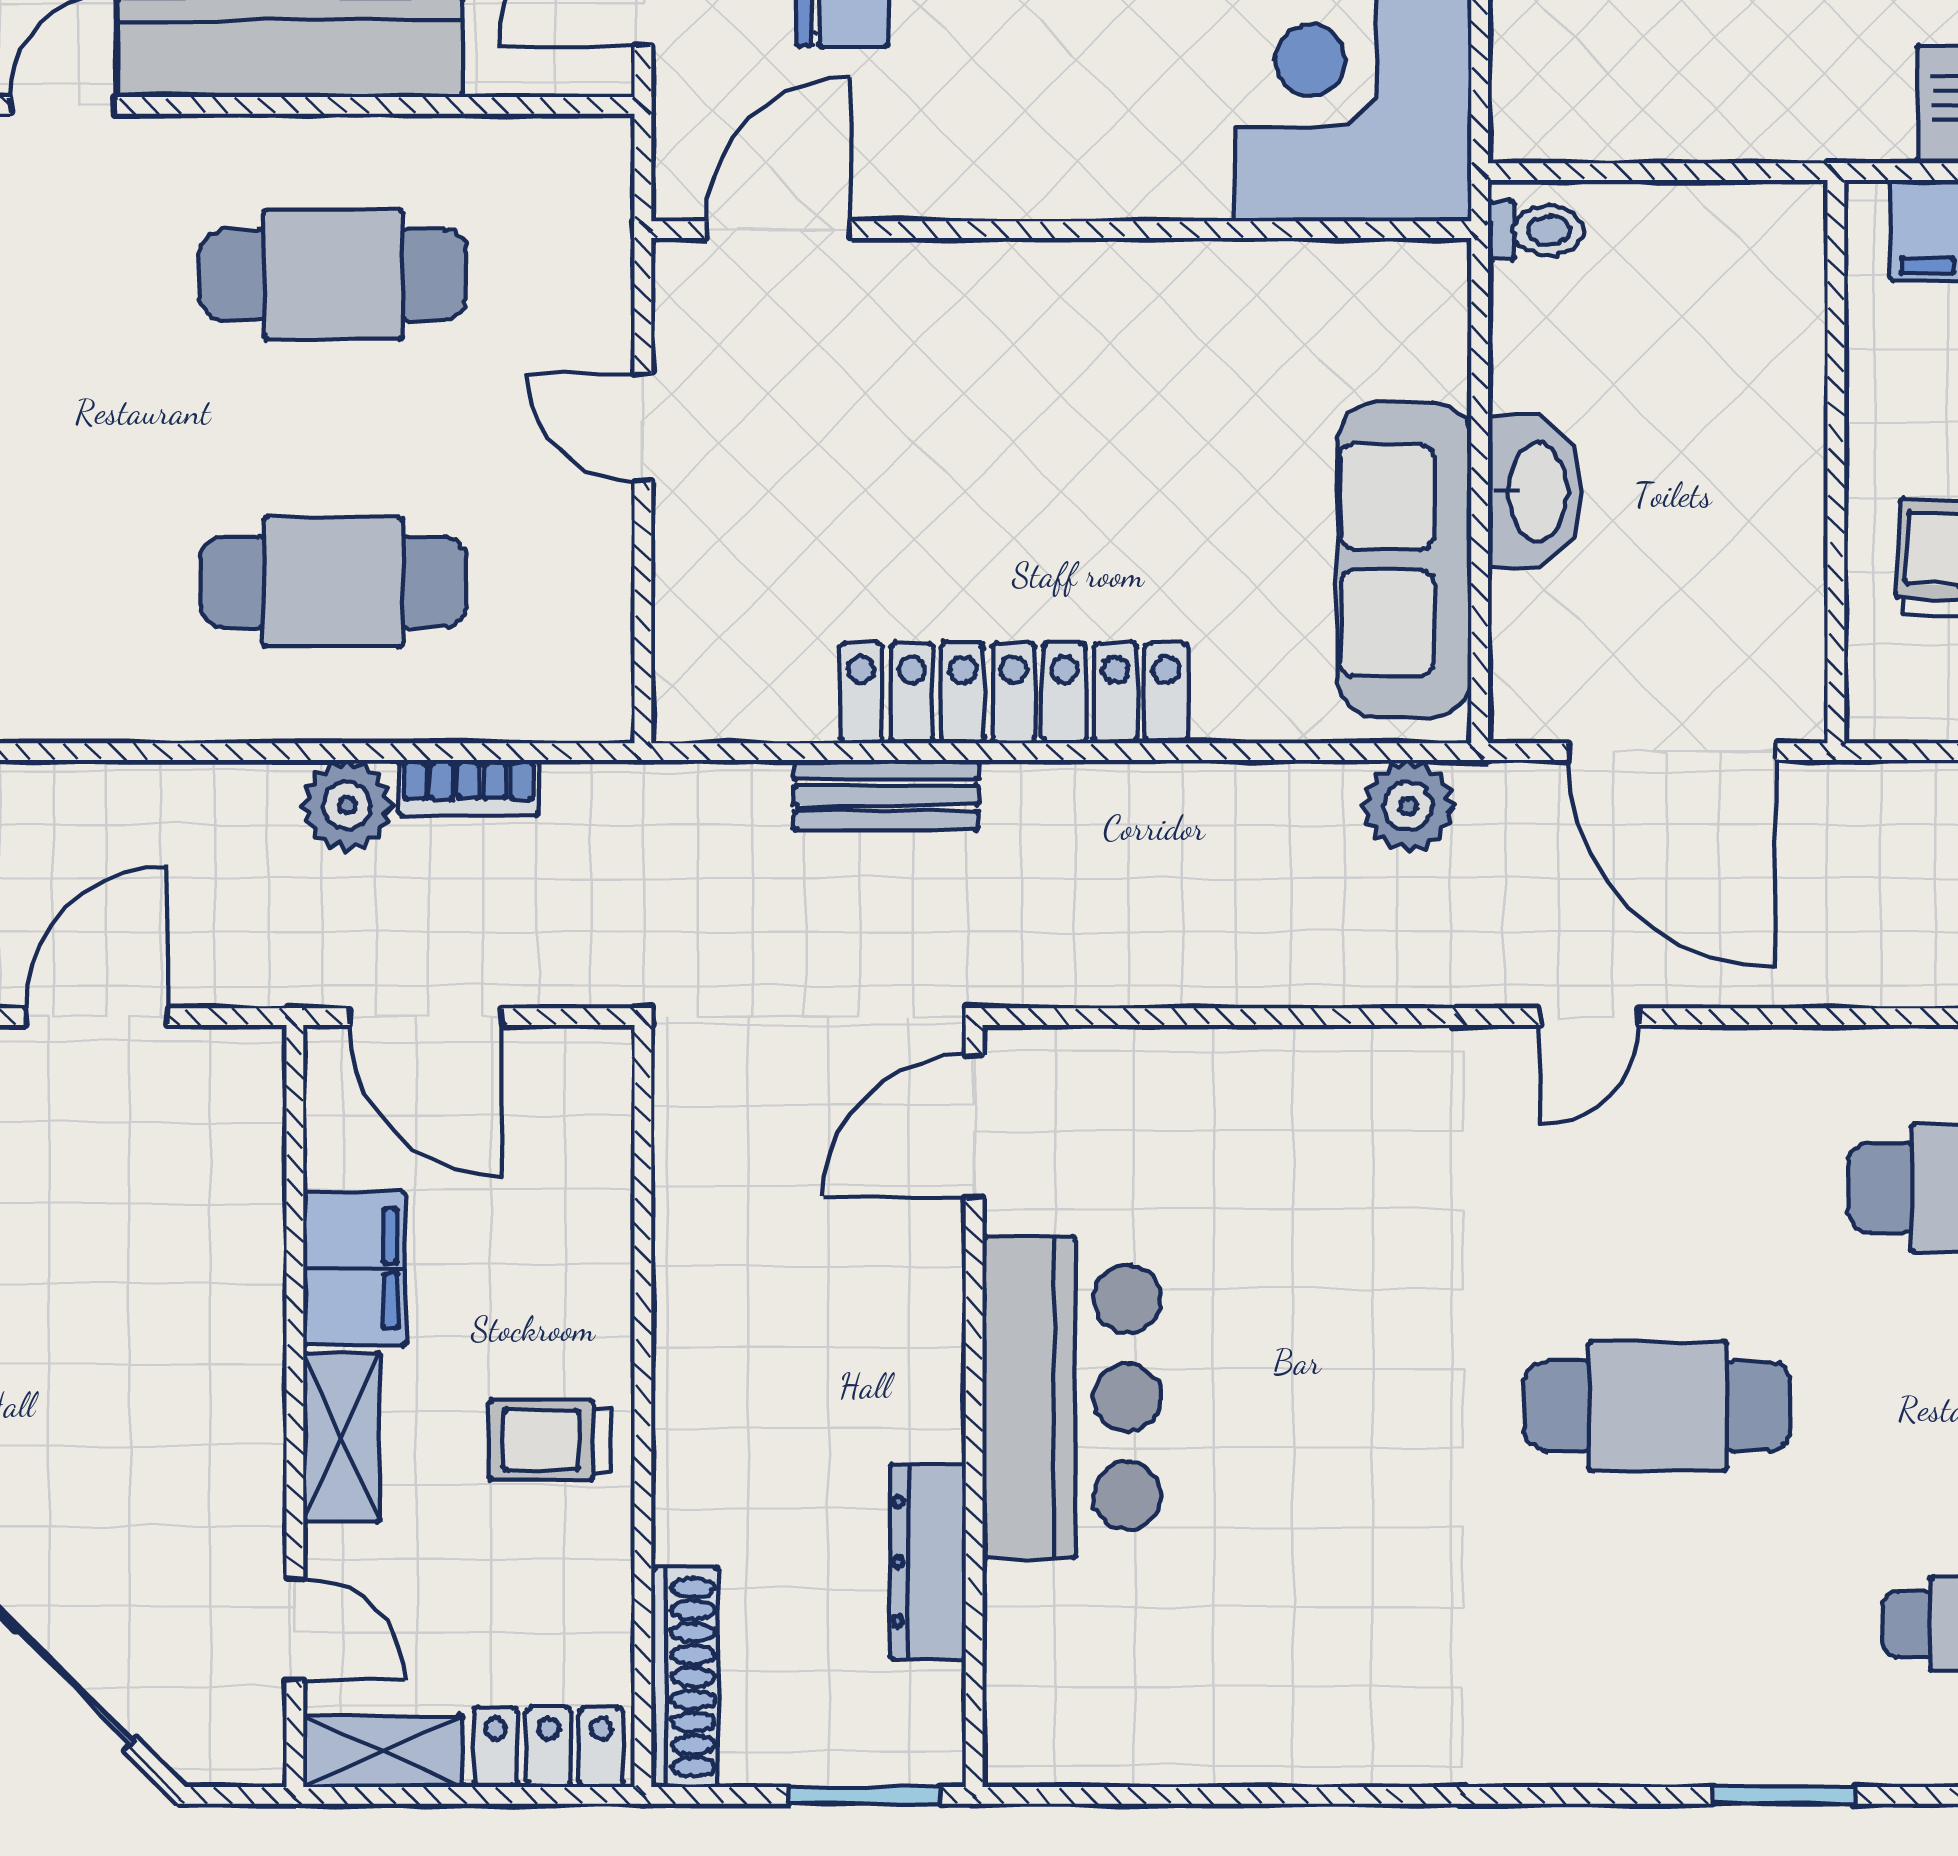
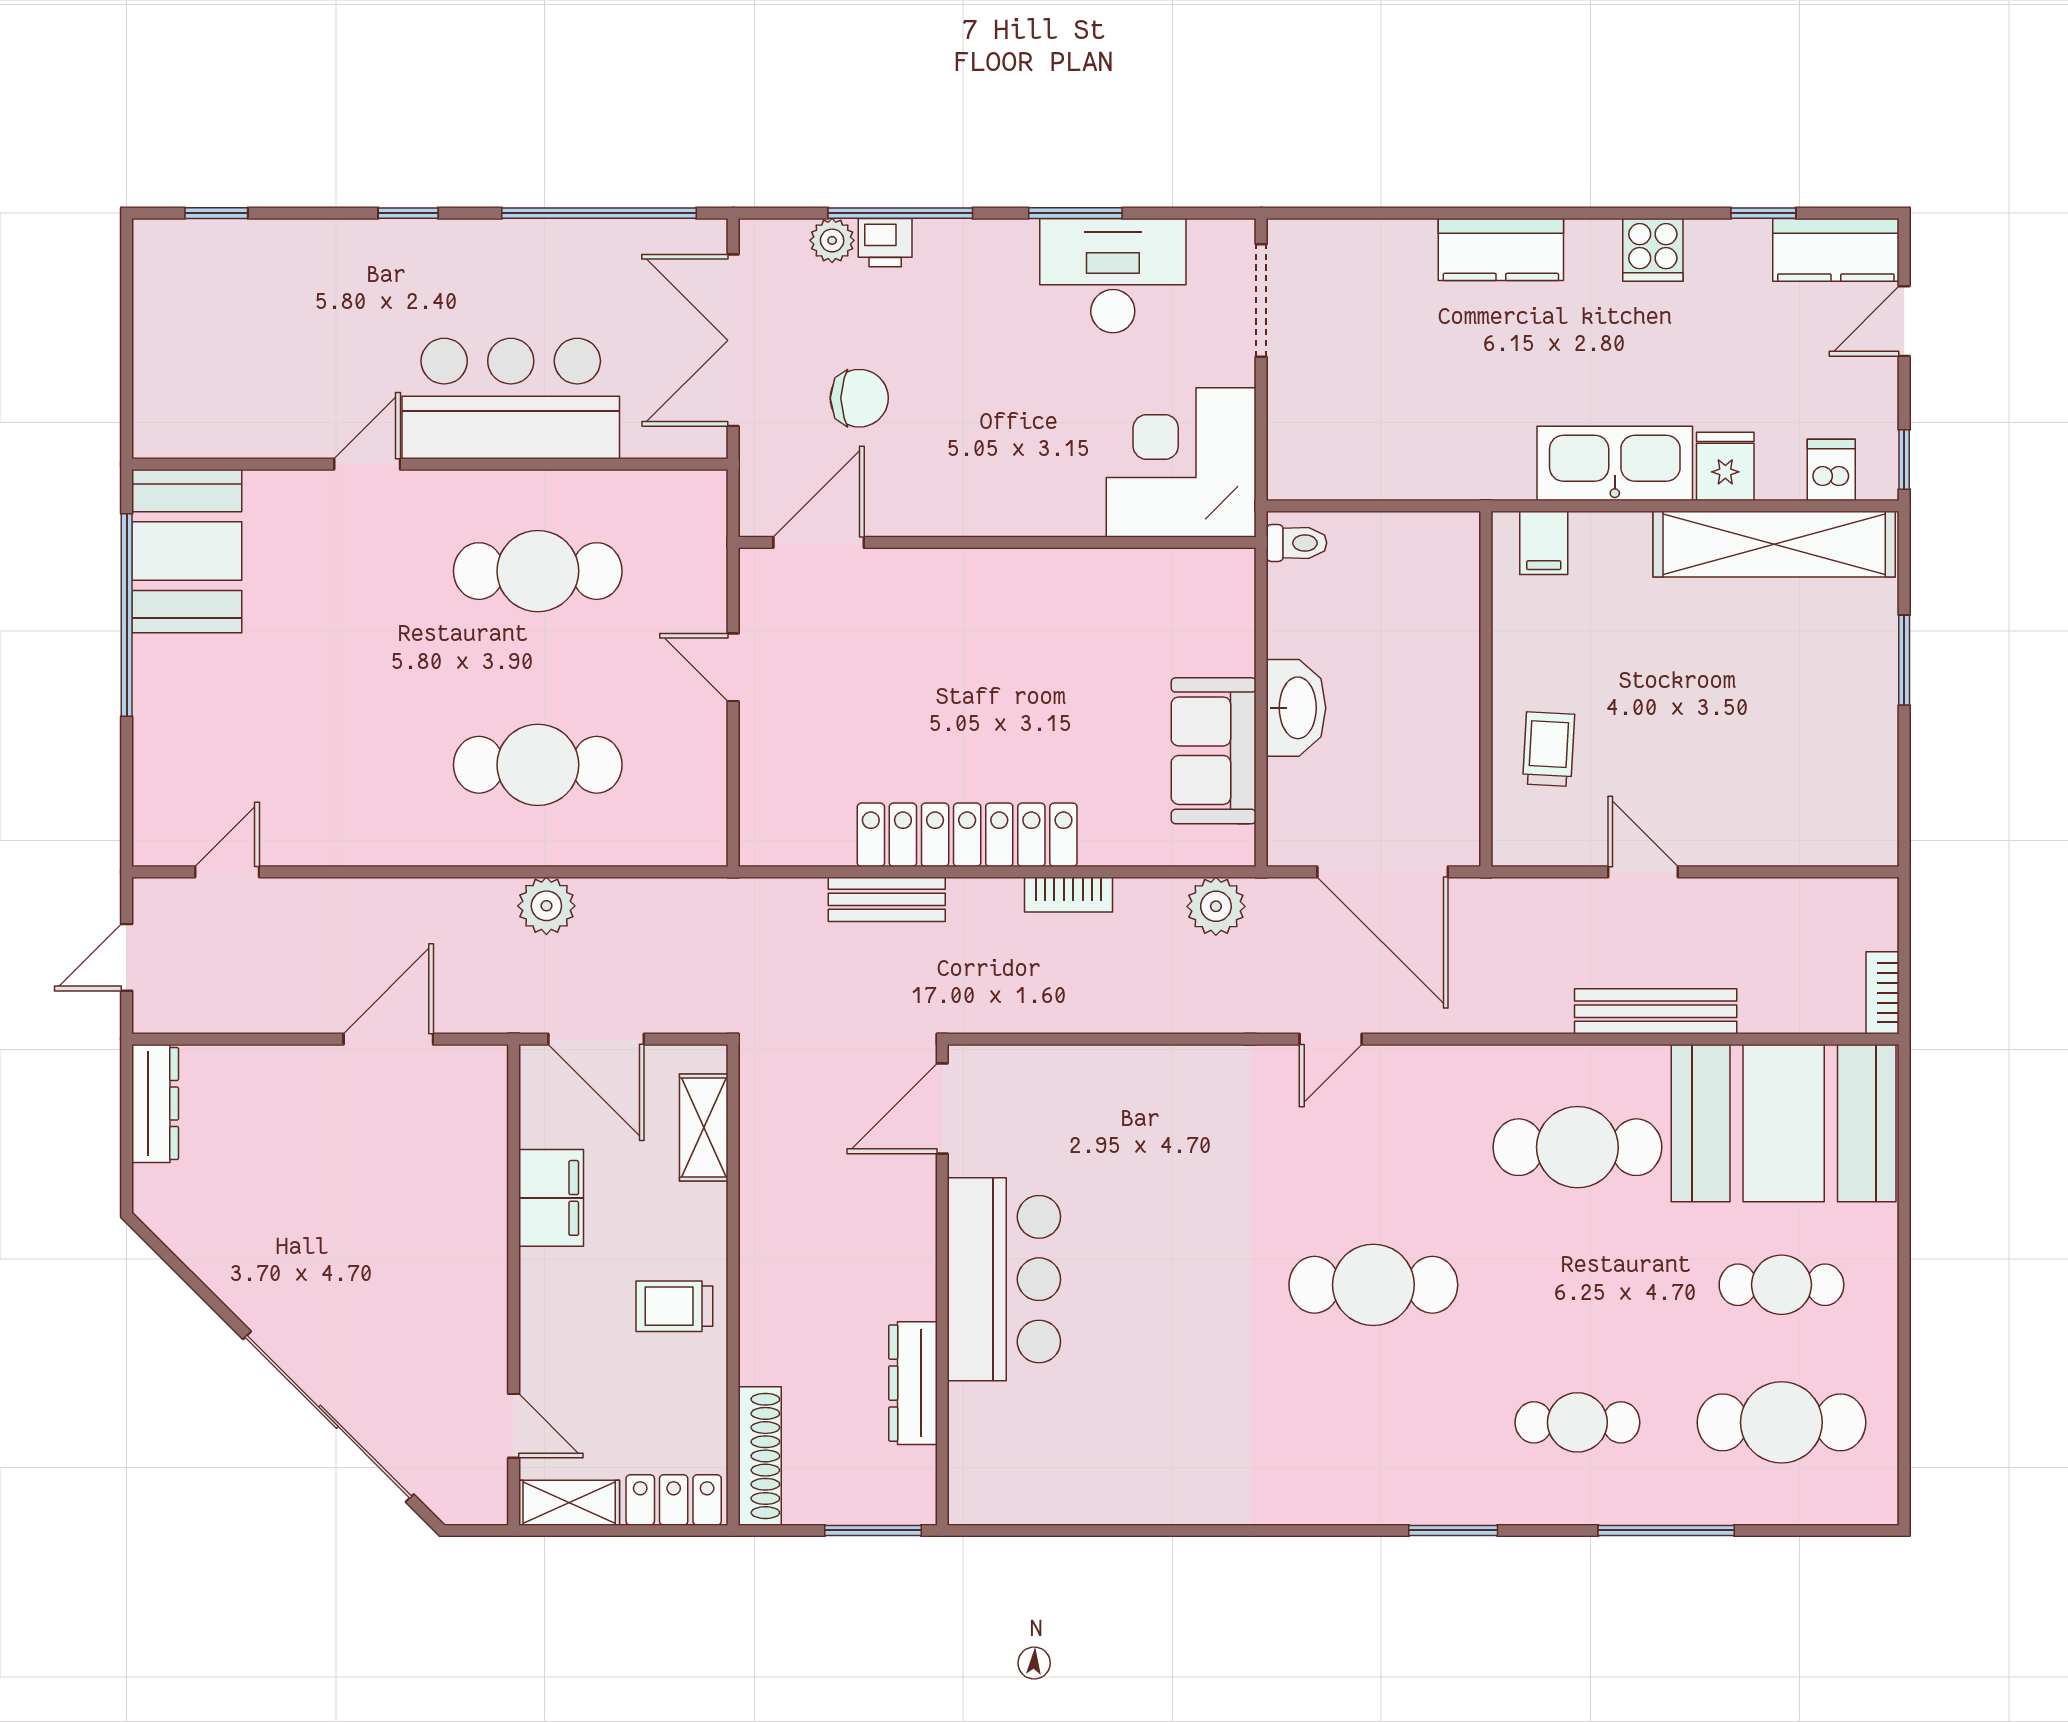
sofa: (1404, 560) -> (1214, 751), width x0.73
bookcase: (469, 788) -> (1068, 895), moved
shelving: (341, 1437) -> (704, 1128), moved

